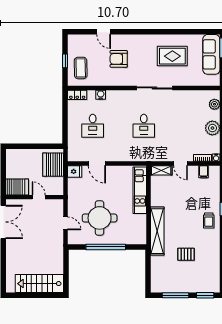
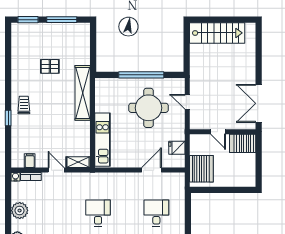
door: (97, 164) -> (152, 170), hinge flipped
fridge: (75, 171) -> (177, 148), moved

